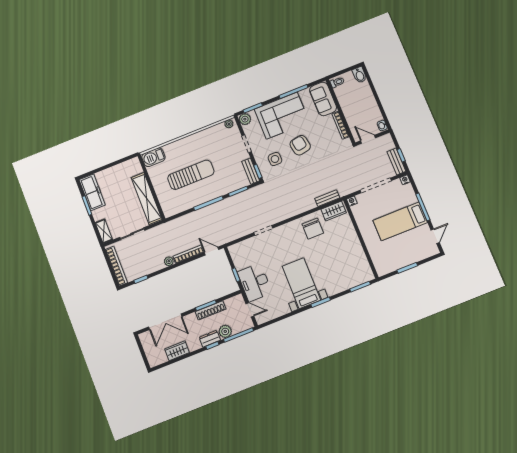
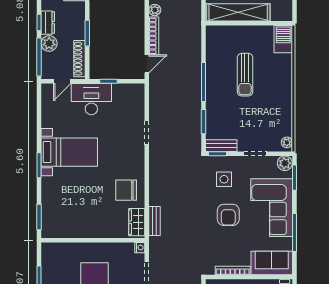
armchair: (300, 145) -> (228, 215), turned 100
sun lounger: (191, 175) -> (245, 75), width x0.73, depth x0.75
shoe rack: (211, 310) -> (79, 59), moved

